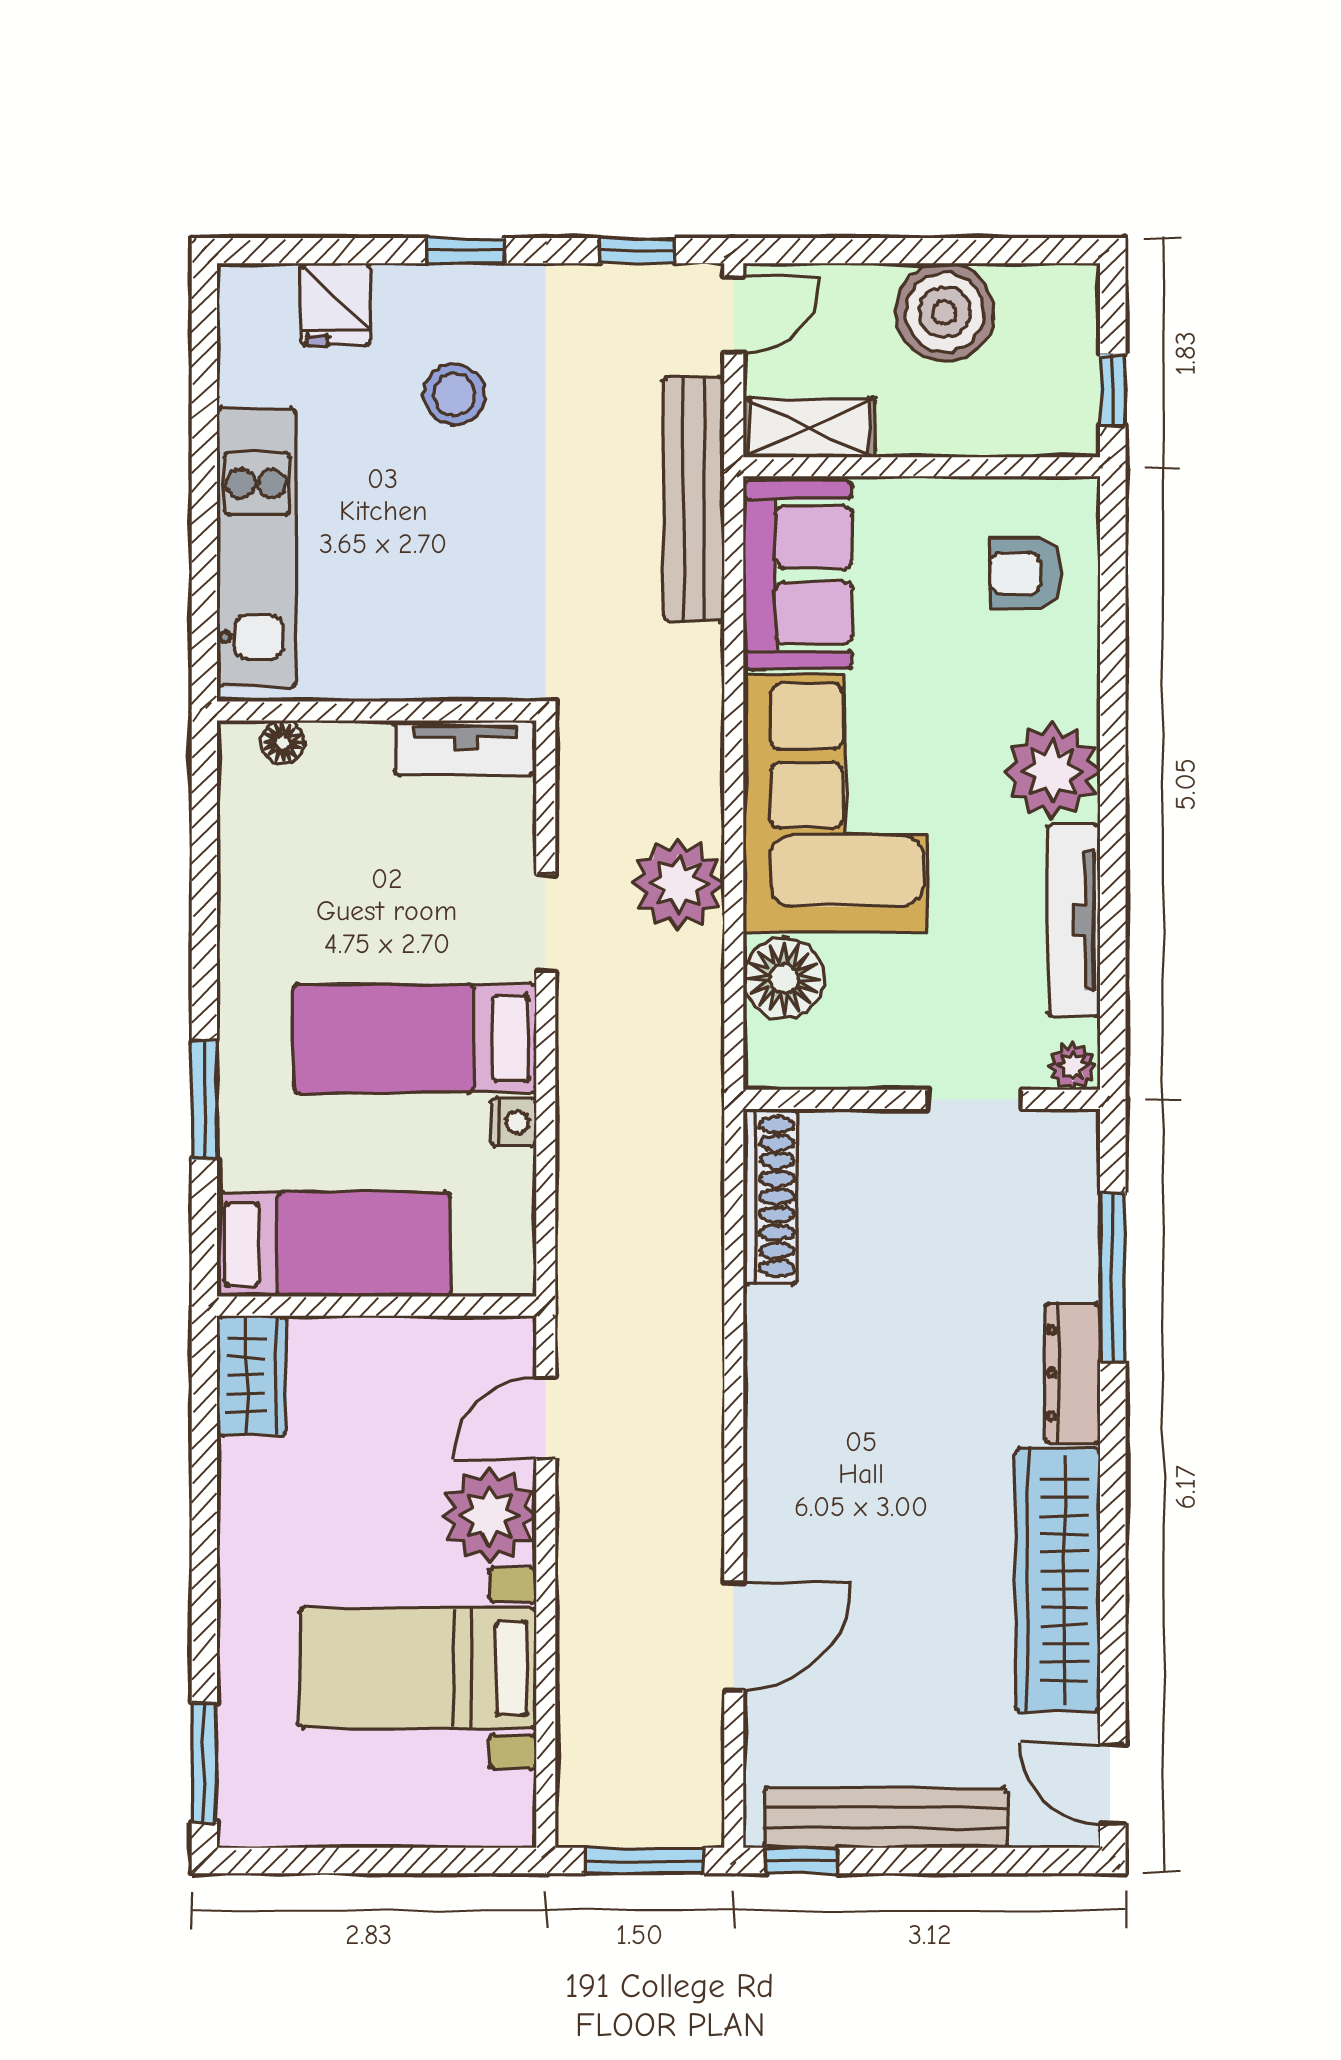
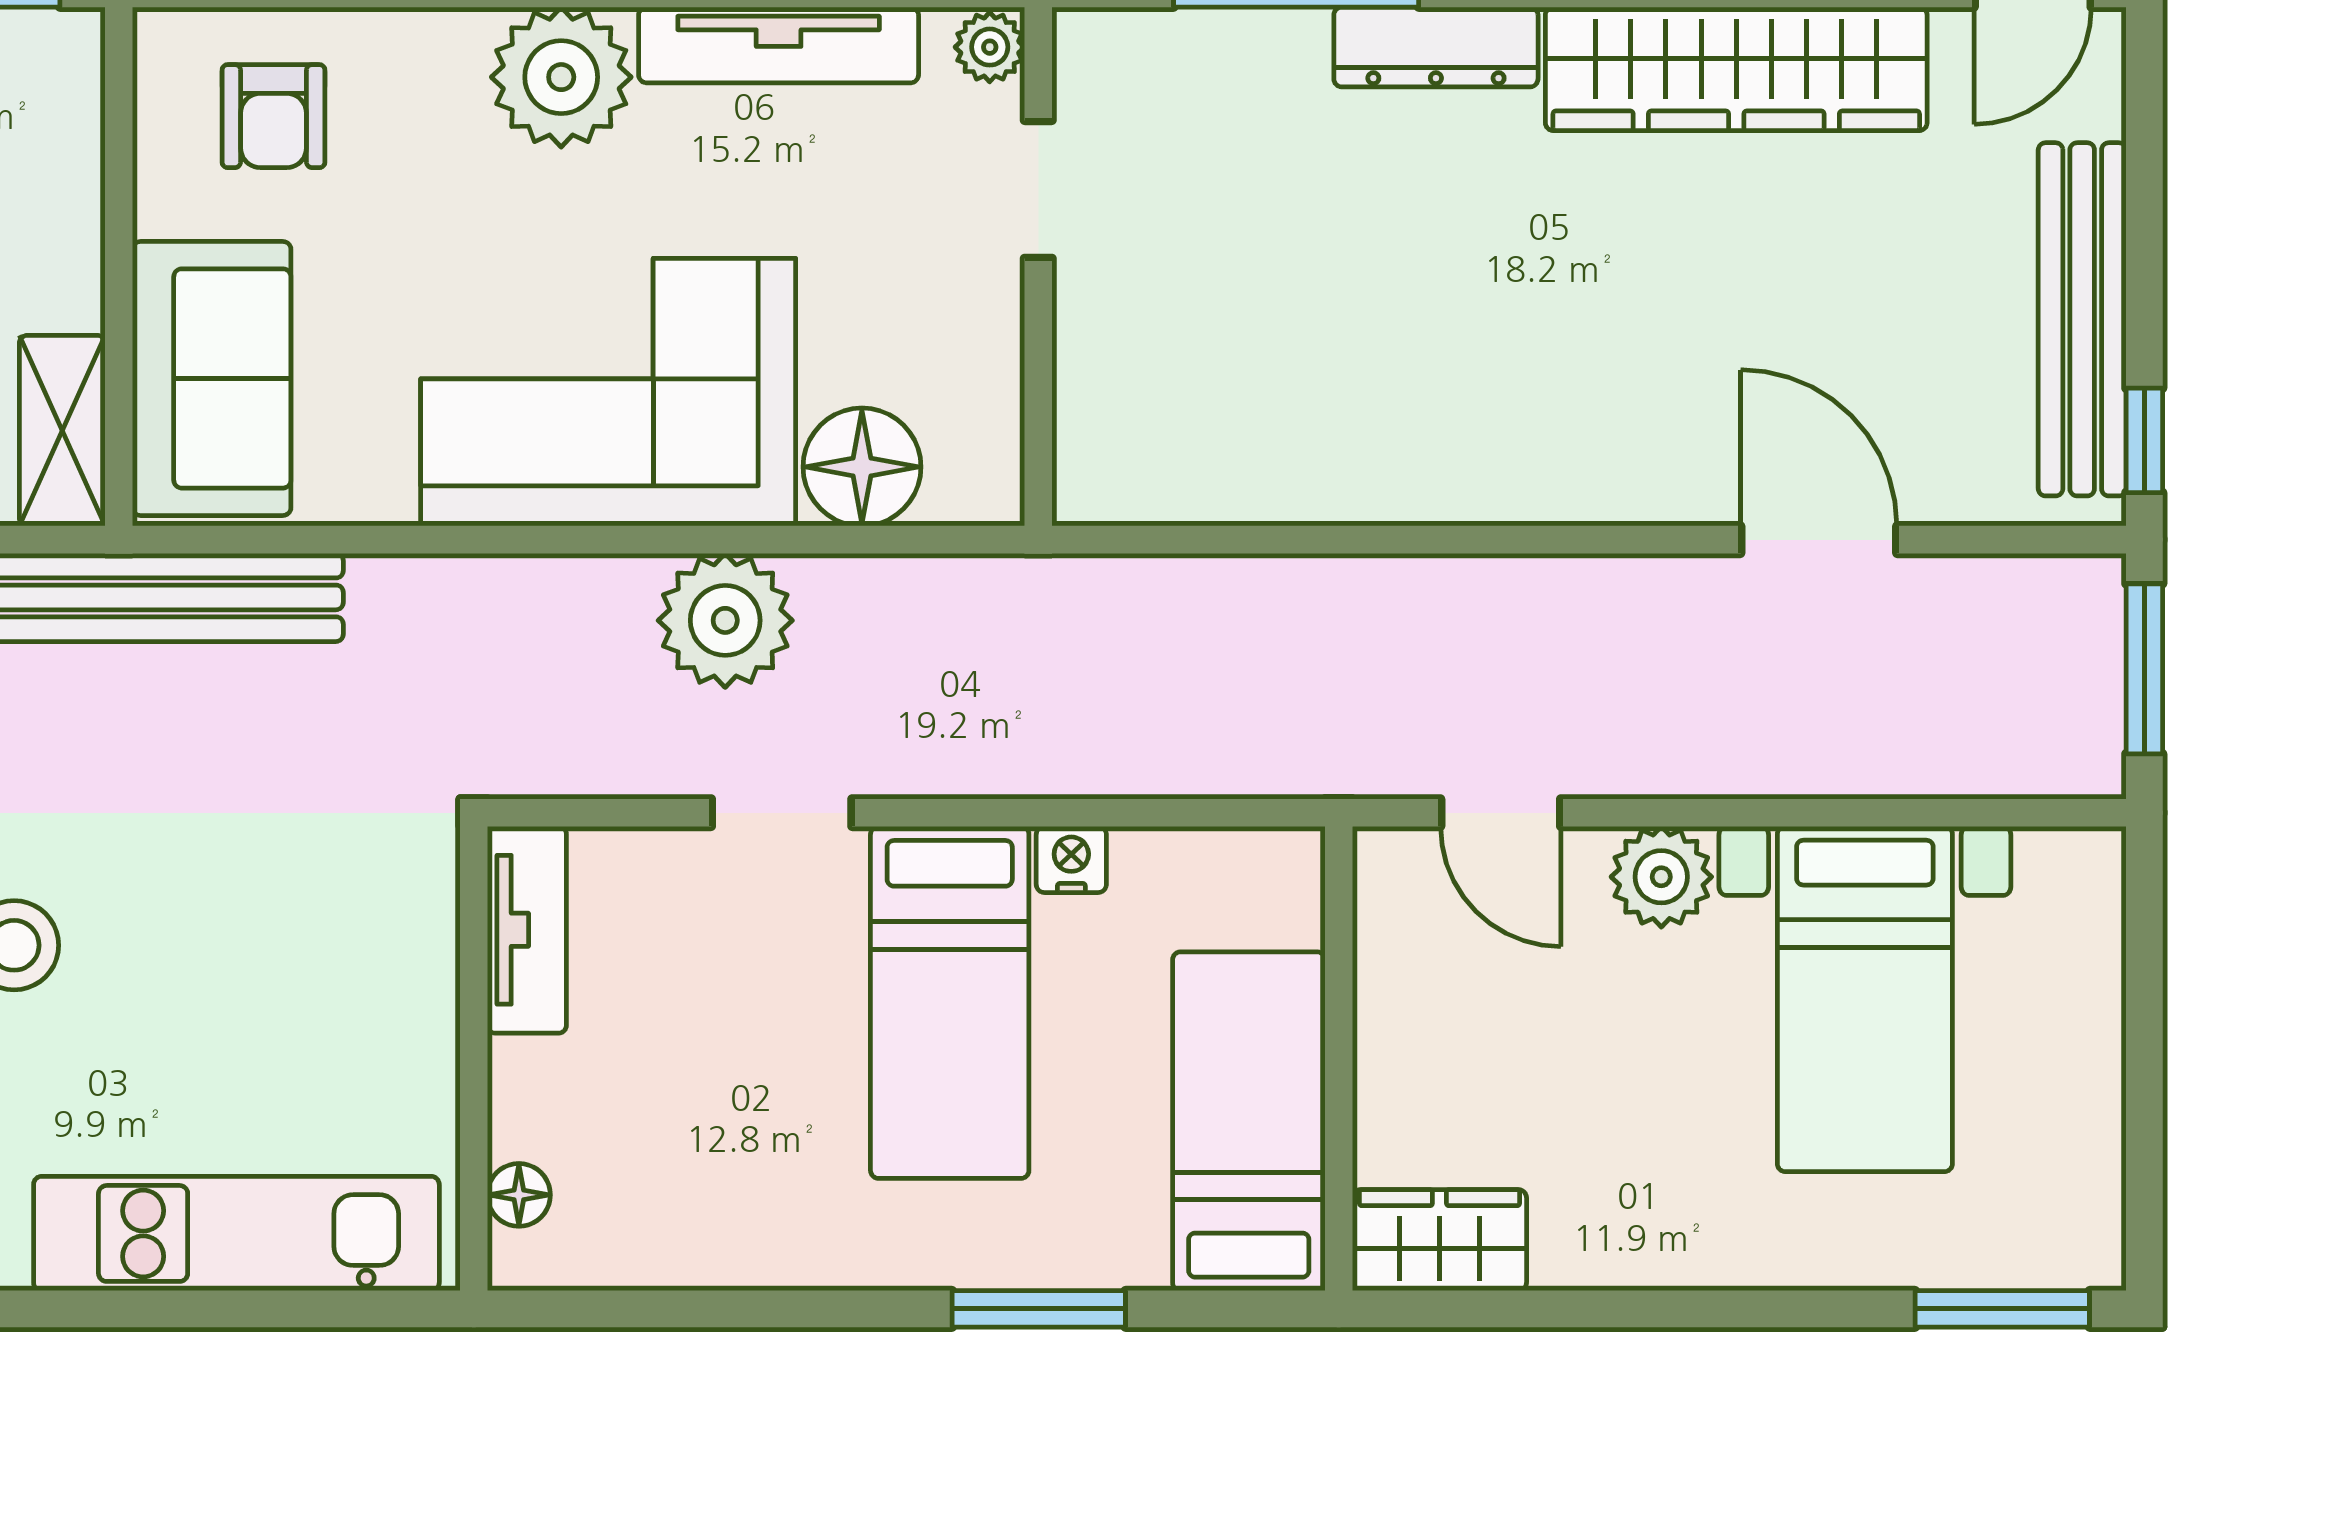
sofa: (798, 575) -> (212, 378), moved, turned 90
shoe rack: (770, 1197) -> (1180, 486), removed
plant: (489, 1516) -> (1661, 877), width x0.73, depth x0.73

